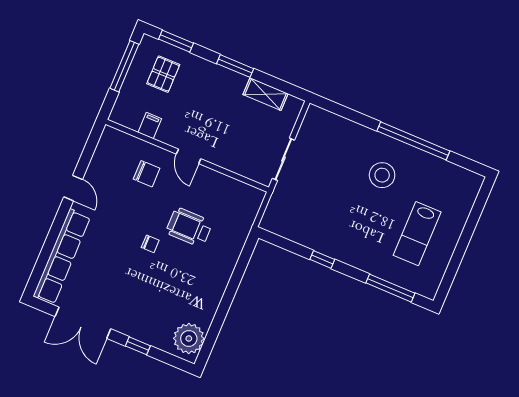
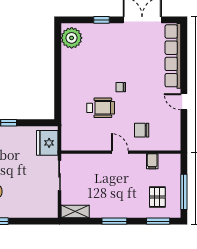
shelving: (265, 94) -> (75, 211), moved
fridge: (281, 210) -> (47, 143), added

